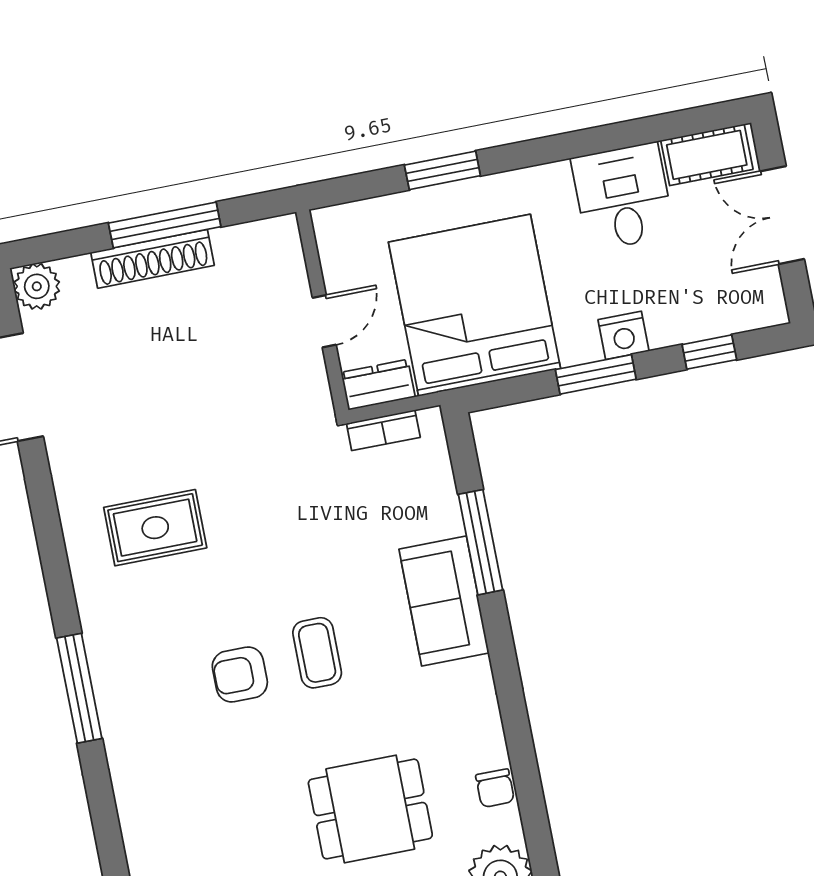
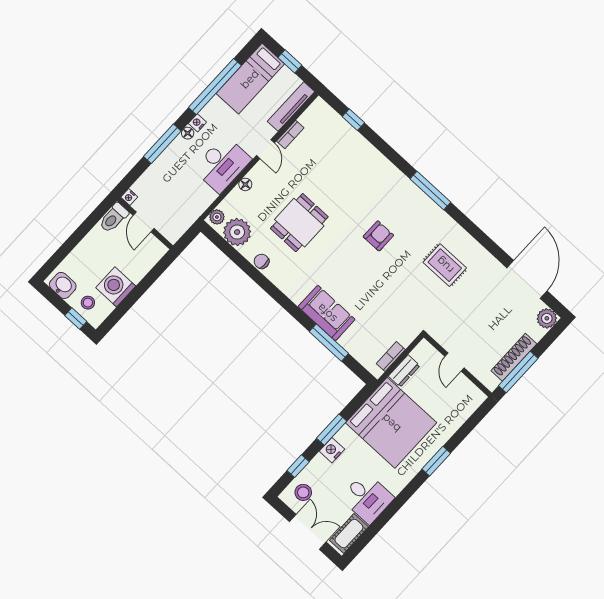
stool: (736, 296) -> (303, 492), added
wall: (322, 311) -> (458, 365), moved
door: (324, 321) -> (454, 362), moved
rug: (155, 528) -> (445, 265), turned 90
coffee table: (317, 653) -> (357, 263), removed

